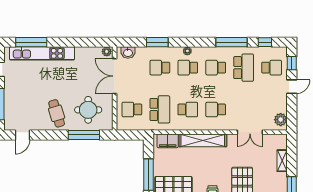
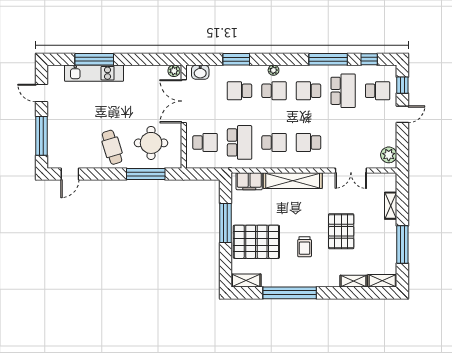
window: (31, 42) -> (94, 59), moved
kitchen unit: (42, 53) -> (94, 73), width x0.73
school desk: (188, 68) -> (274, 91), turned 180
school desk: (132, 109) -> (205, 142), turned 180

